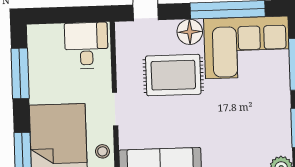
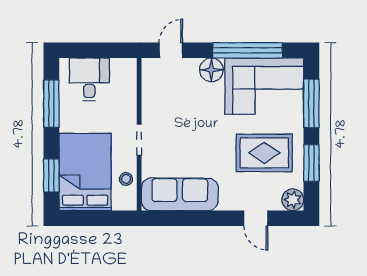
desk: (86, 46) -> (89, 79), moved
rug: (173, 75) -> (264, 153), moved

